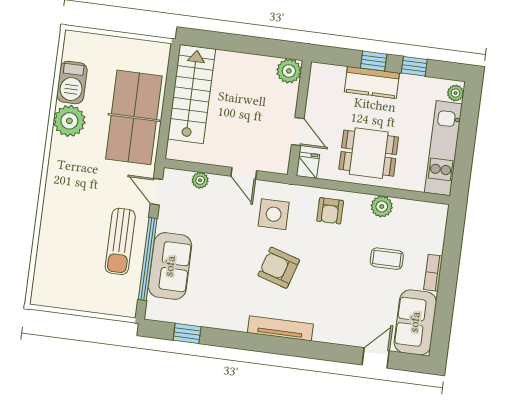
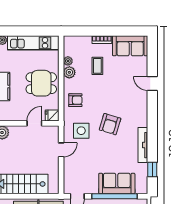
dining table: (369, 153) -> (41, 83), turned 90
plant: (200, 180) -> (68, 61), moved
tv unit: (280, 328) -> (143, 145), moved
door: (376, 358) -> (152, 83), moved

